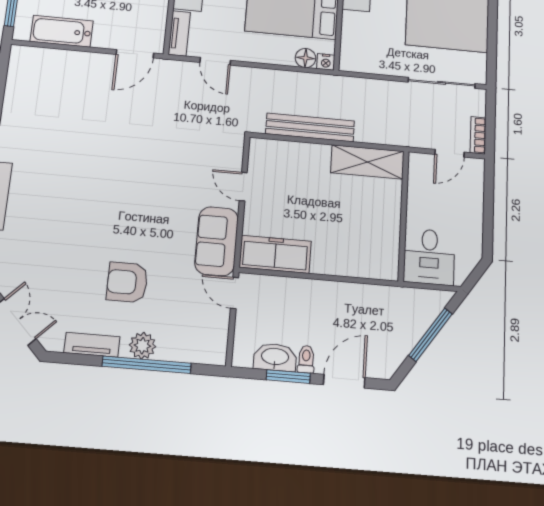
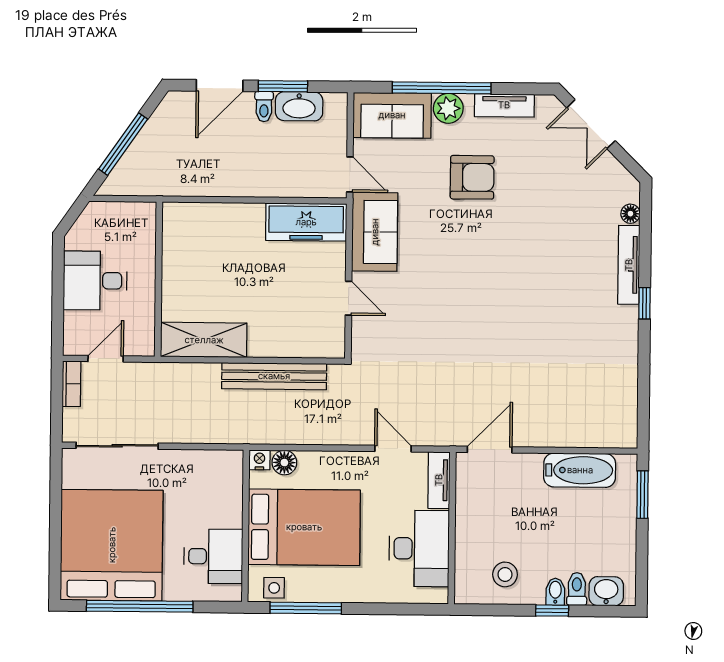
desk: (429, 257) -> (95, 281), moved, turned -90
sofa: (193, 343) -> (392, 115), added

